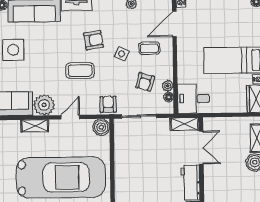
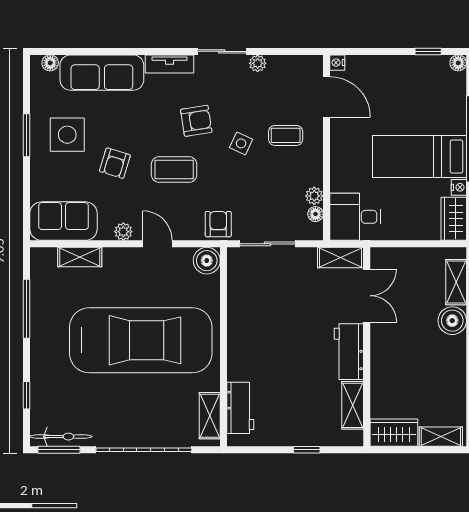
door: (174, 24) -> (326, 97), swing flipped
armchair: (145, 82) -> (115, 163), moved
plant: (44, 105) -> (123, 232), width x0.53, depth x0.53
door: (70, 117) -> (157, 244), hinge flipped
shelving: (35, 126) -> (80, 257), moved

